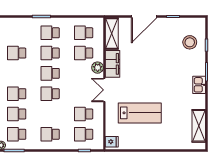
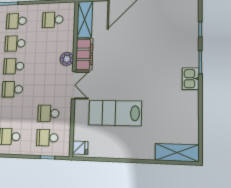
stool: (190, 42) -> (179, 27), removed
school desk: (84, 53) -> (52, 43), removed
double door: (104, 90) -> (74, 85), swing flipped
lab bench: (140, 113) -> (115, 113), turned 180
shelving: (199, 126) -> (177, 153), moved, turned 90

